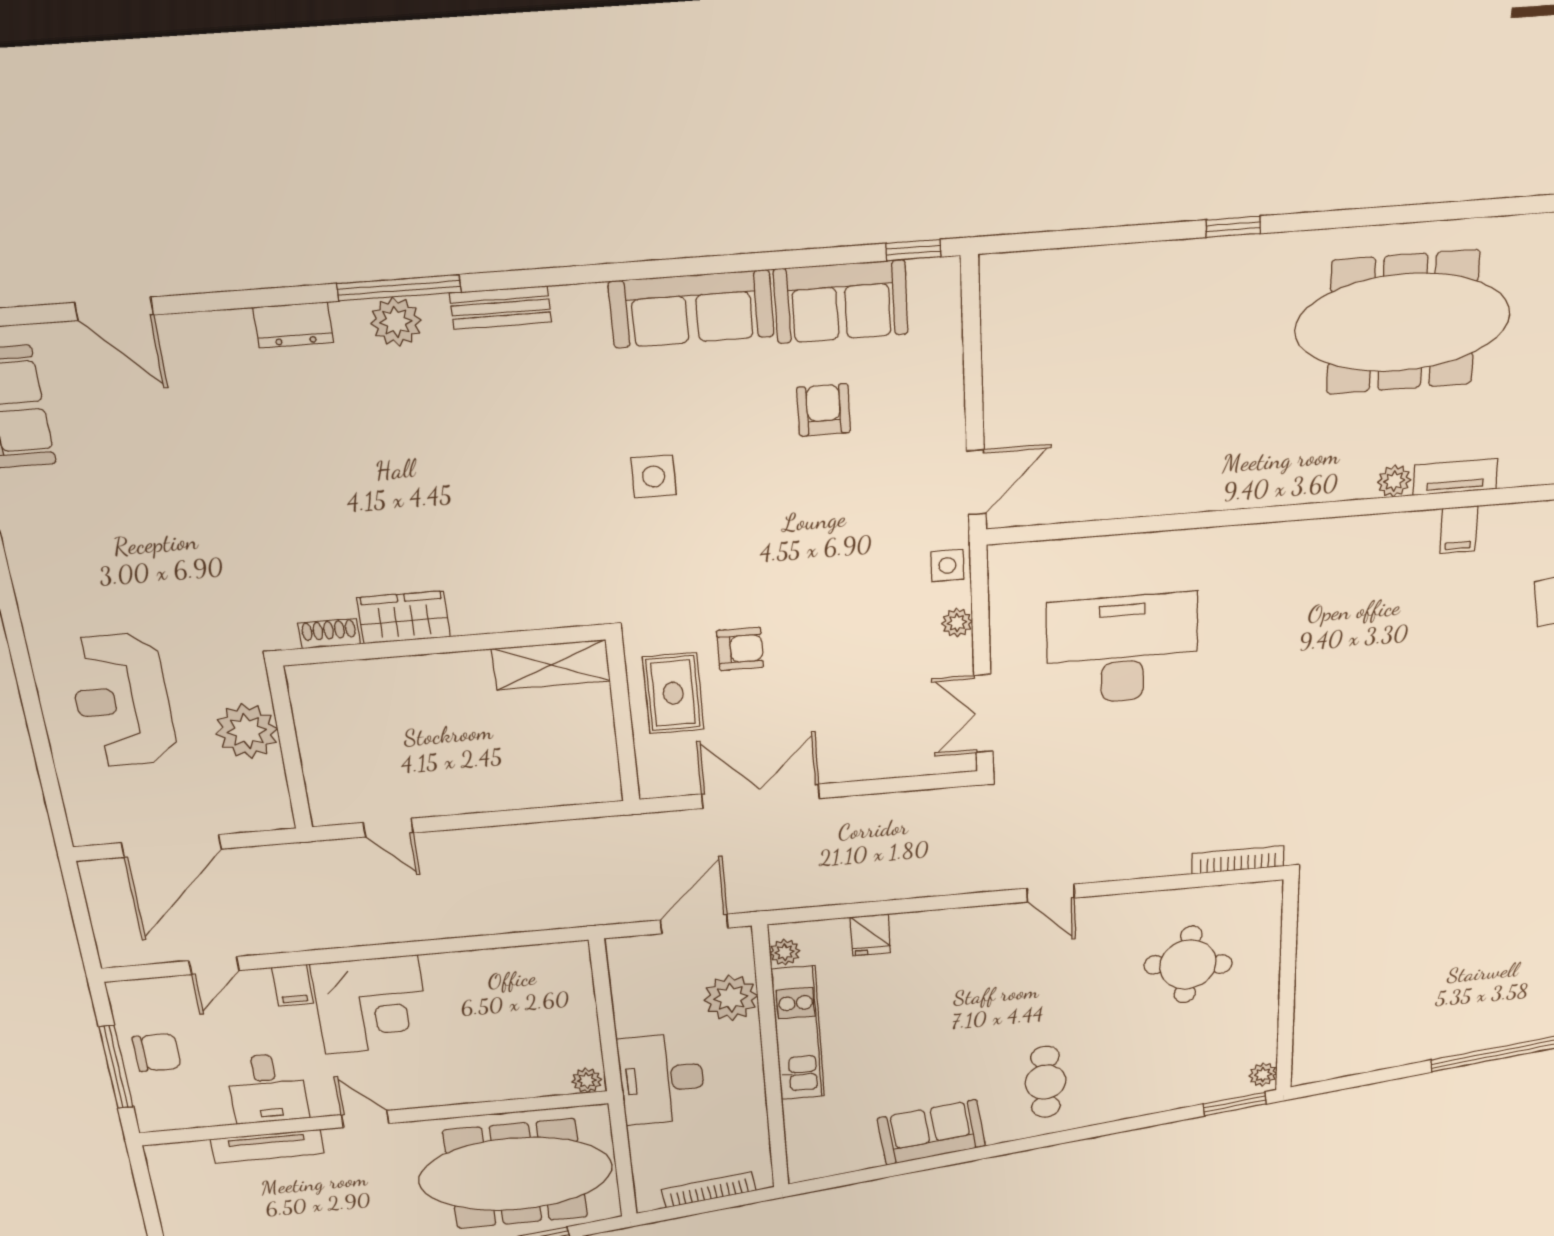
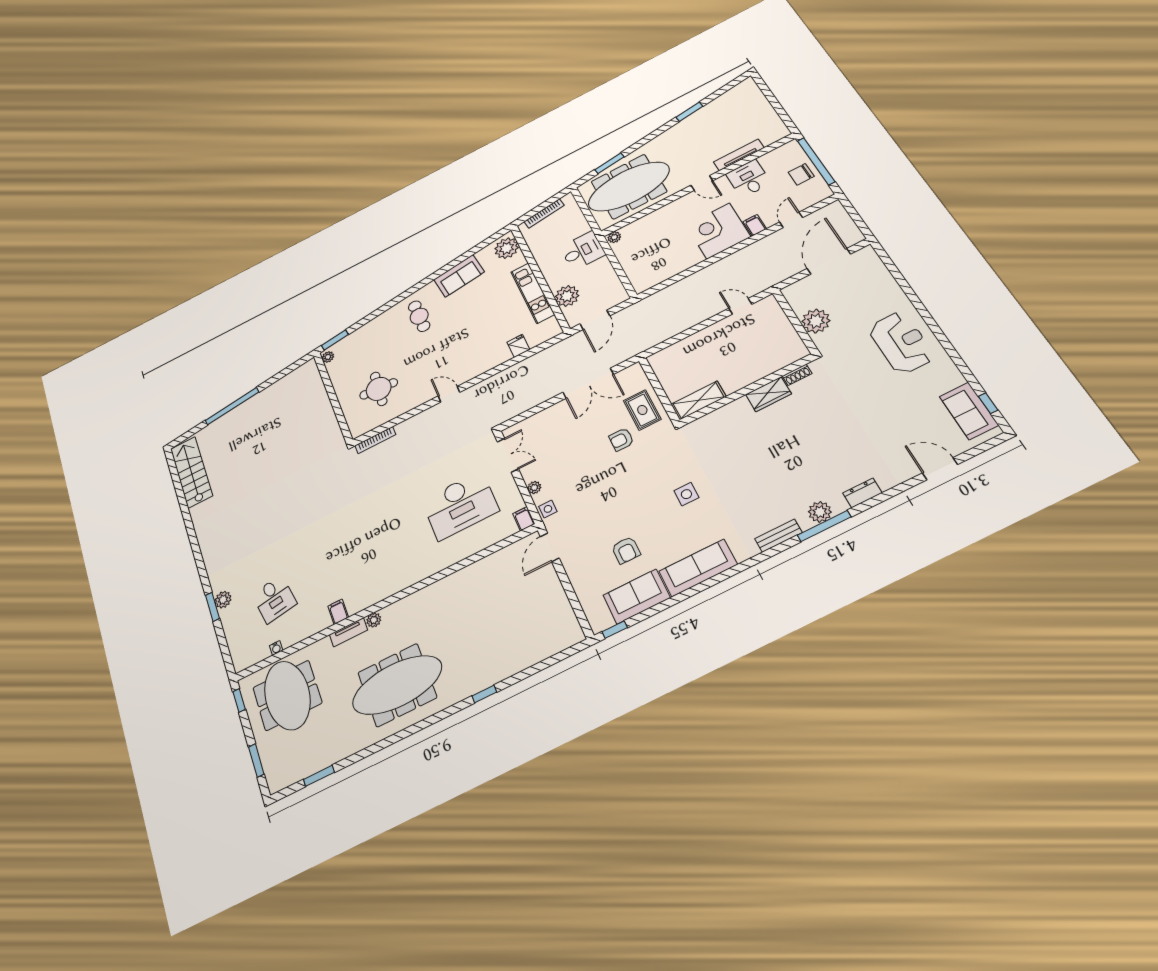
filing cabinet: (1005, 565) -> (524, 519), added
reception desk: (122, 700) -> (901, 343), moved
plant: (785, 952) -> (507, 248), moved, width x1.88, depth x1.88
window: (116, 1067) -> (816, 161), width x1.46
desk: (662, 1079) -> (583, 251), width x0.73

